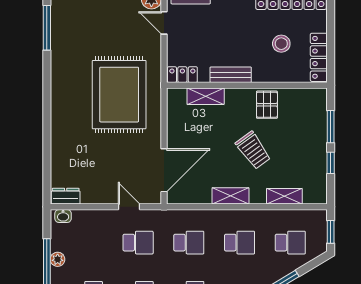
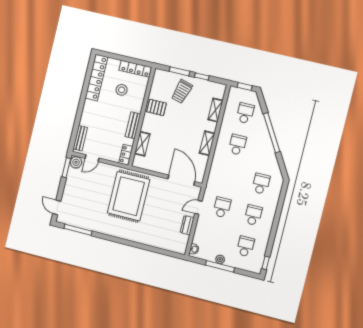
rug: (119, 95) -> (129, 196), turned 90
trolley: (253, 150) -> (182, 91), moved, turned 142
dresser: (66, 196) -> (187, 225), moved
school desk: (189, 243) -> (230, 176), removed

